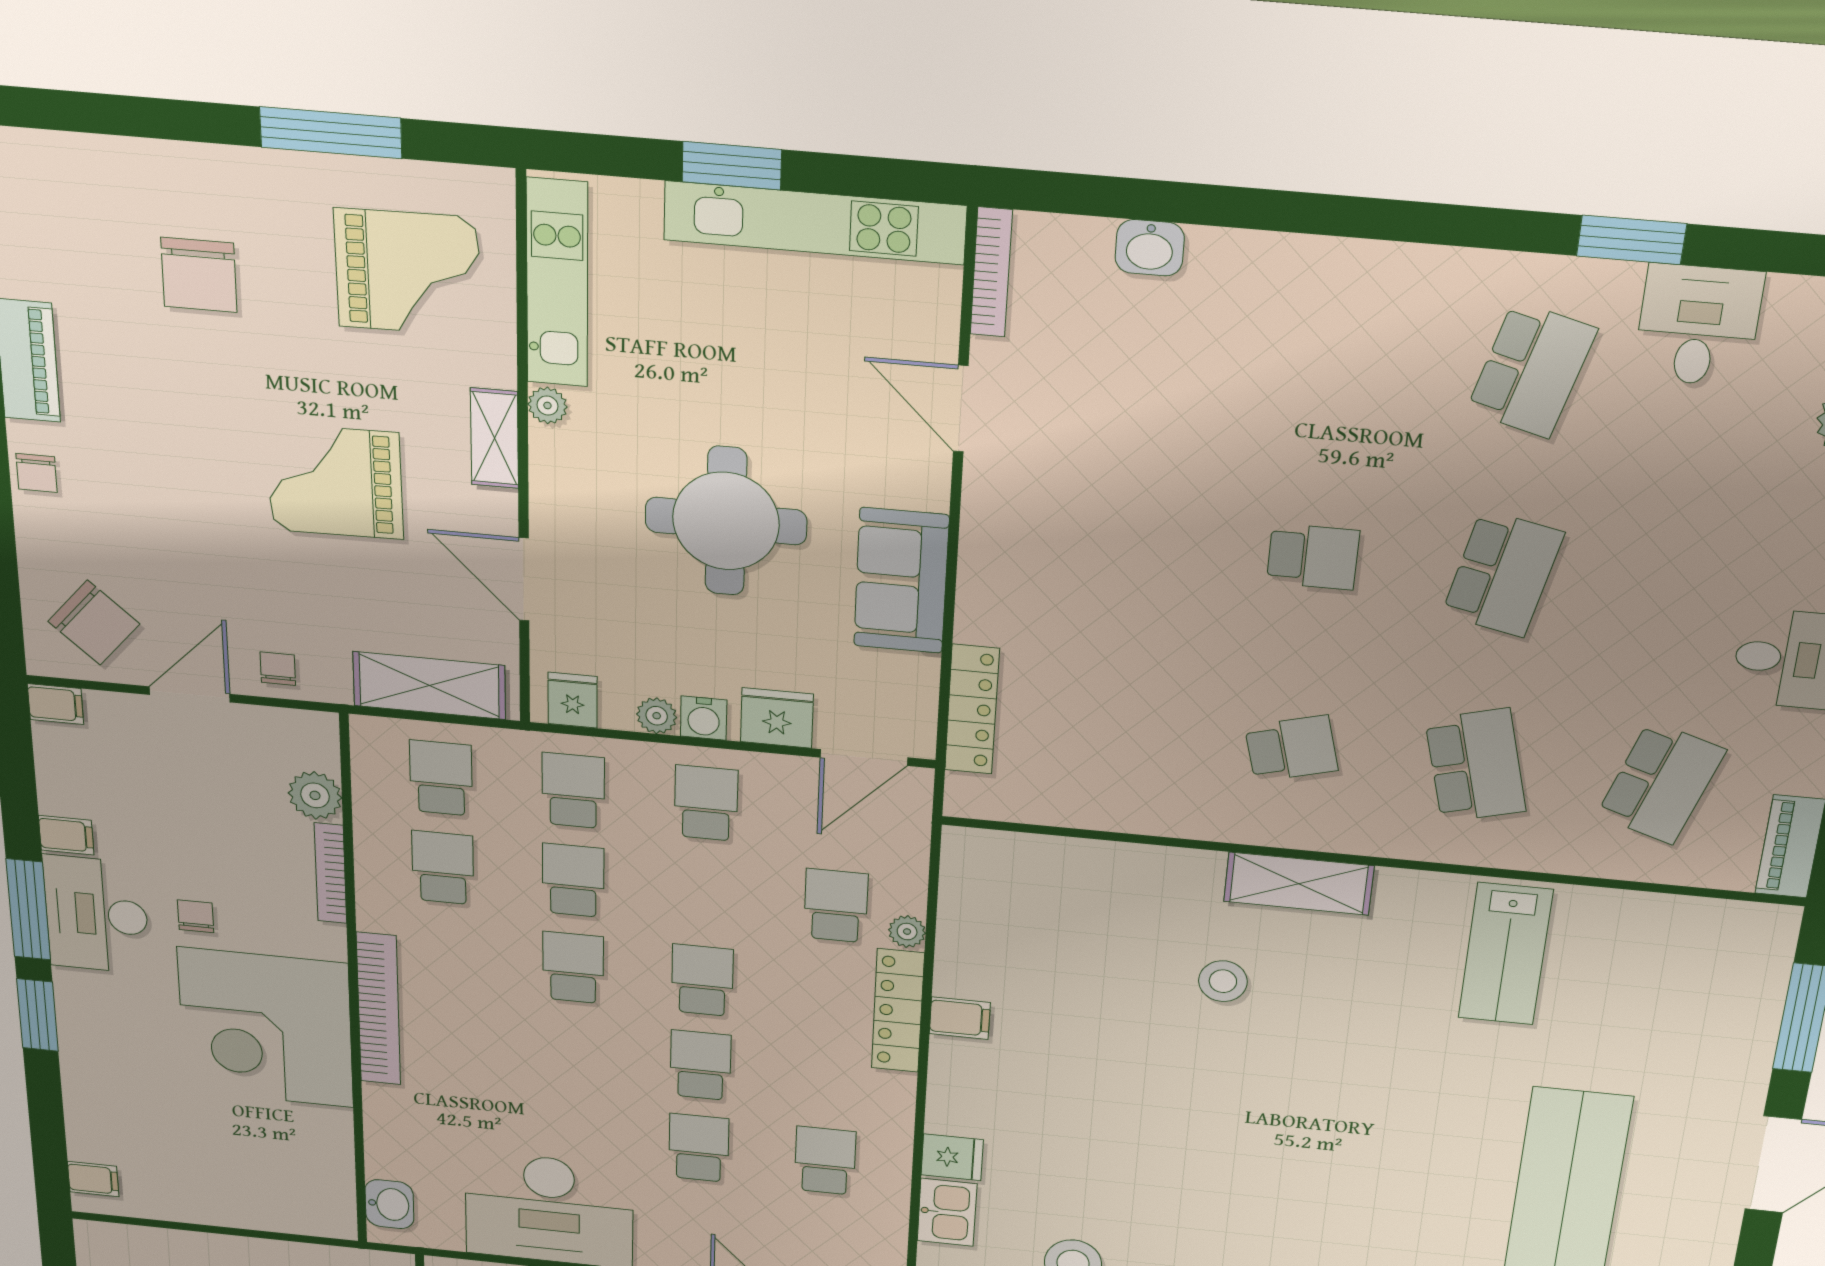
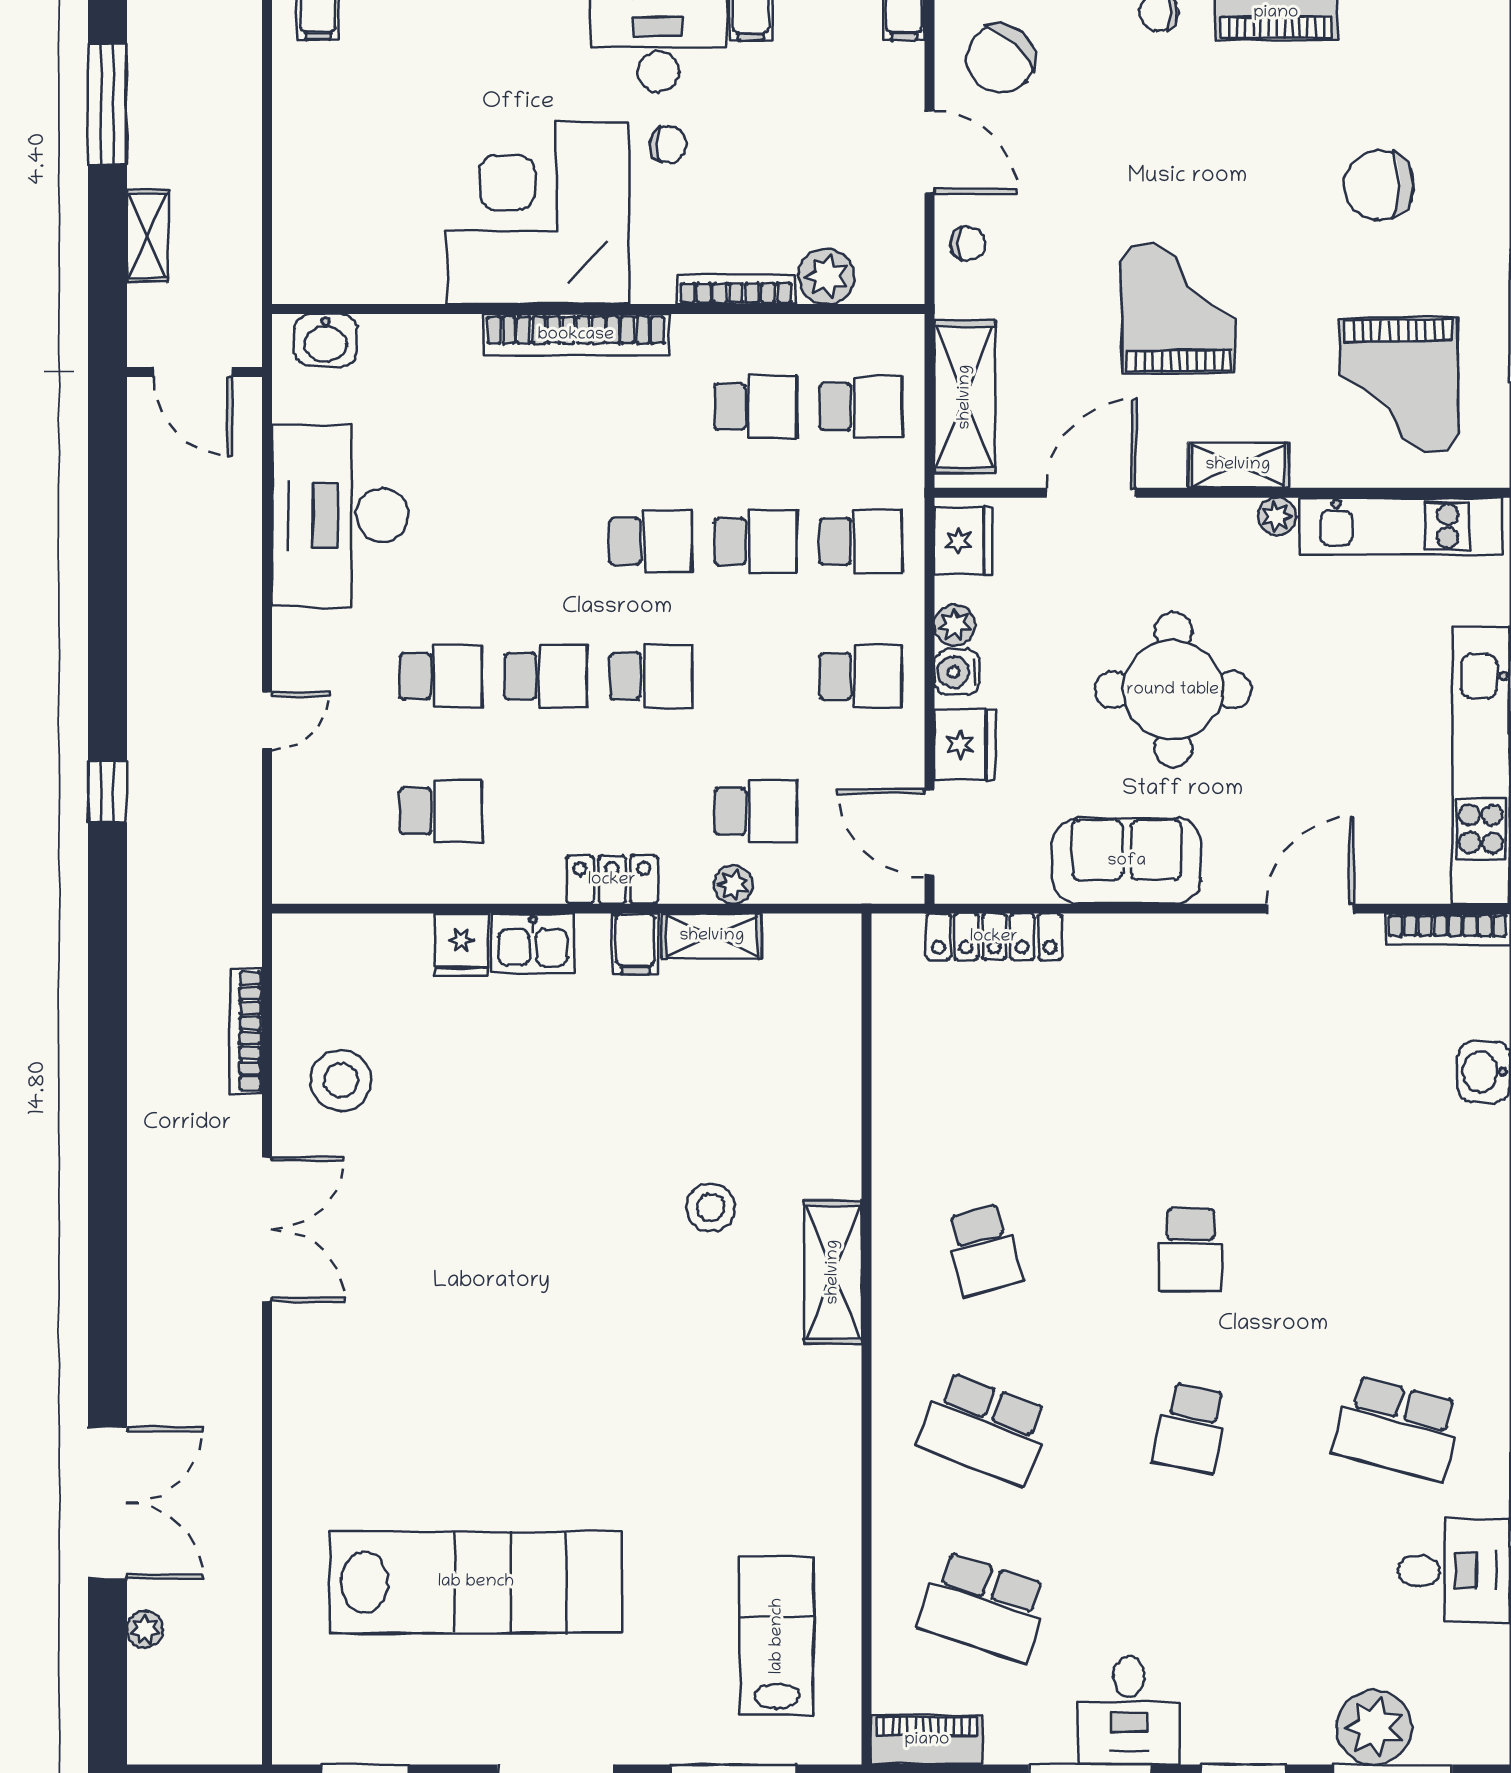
school desk: (1503, 574) -> (1191, 1428), width x0.54
fridge: (573, 700) -> (963, 541), width x1.38
school desk: (1476, 766) -> (984, 1428), turned 36
shelving: (956, 954) -> (712, 936), added
lab bench: (1505, 954) -> (777, 1636), moved, turned 90
locker: (898, 1011) -> (612, 880), width x0.66
kitchen sink: (947, 1212) -> (533, 943), moved

